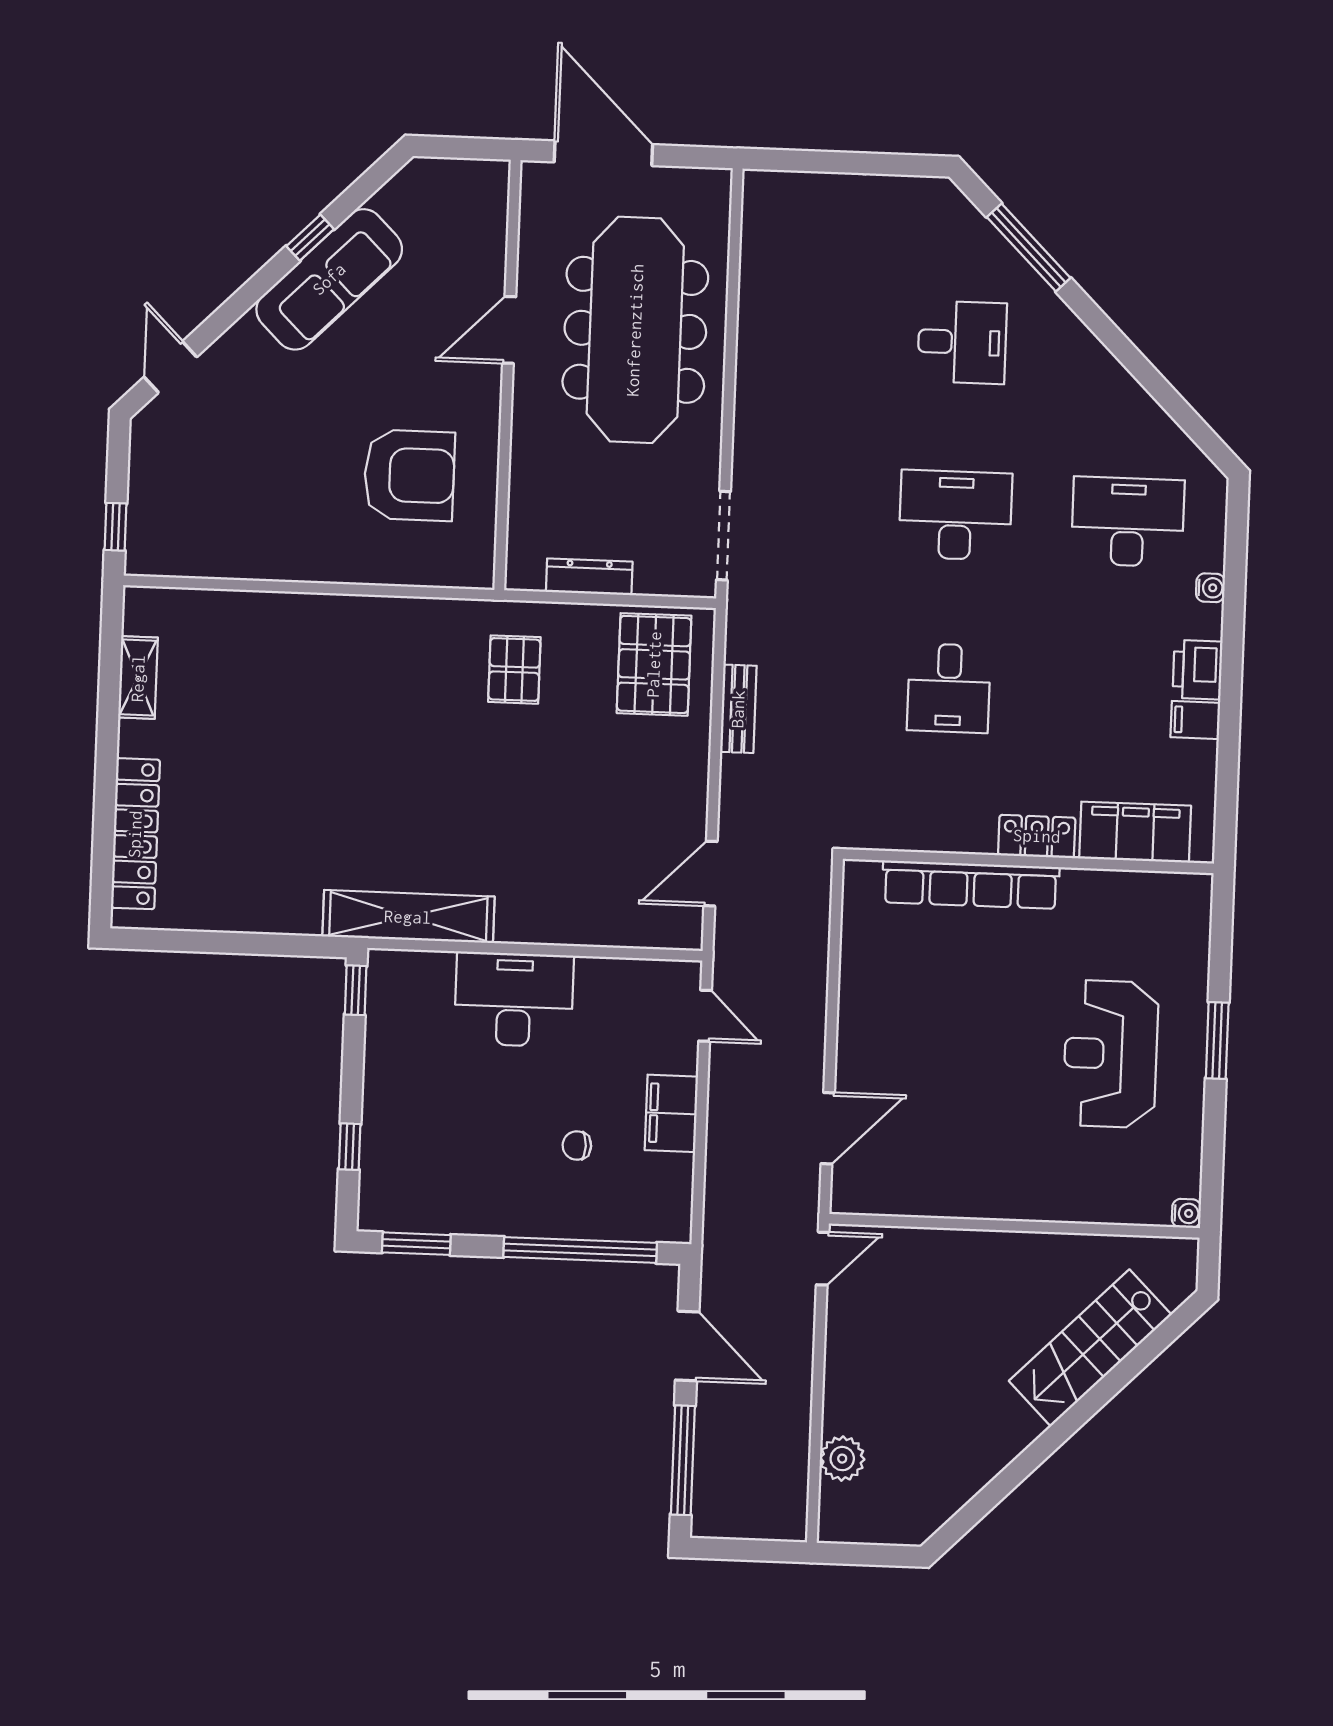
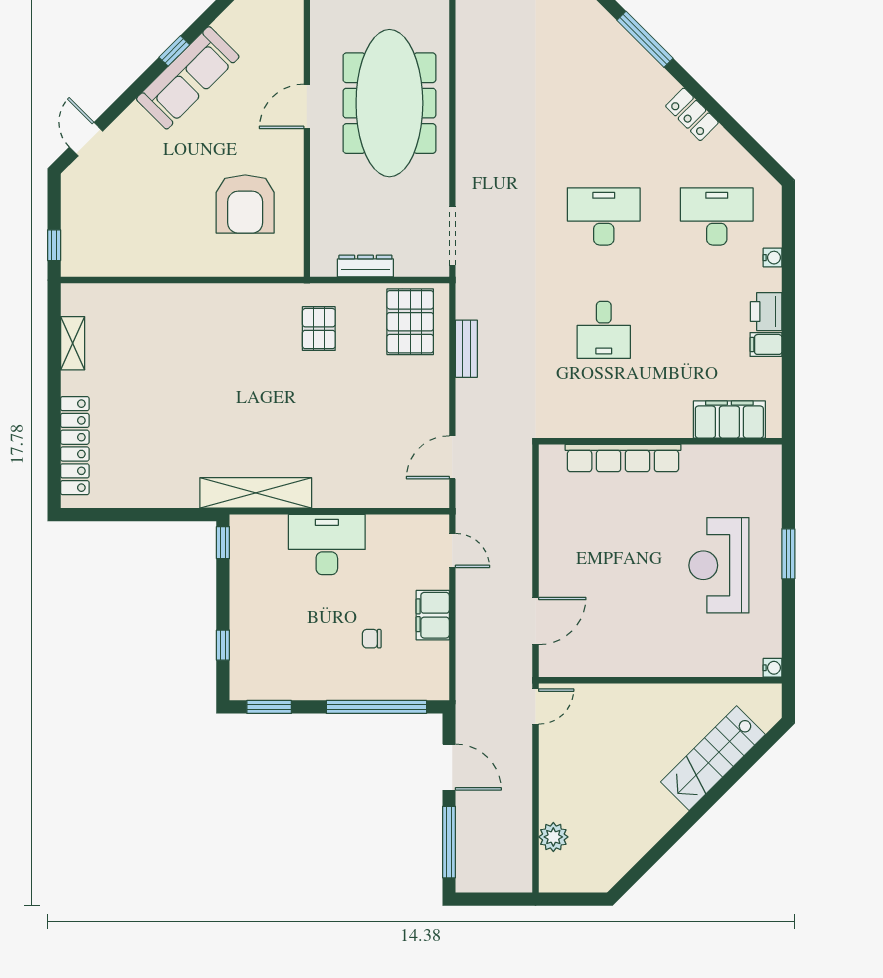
desk: (962, 342) -> (604, 103), removed
armchair: (409, 475) -> (245, 204), turned 90
locker: (1037, 836) -> (692, 114), moved, turned -135

